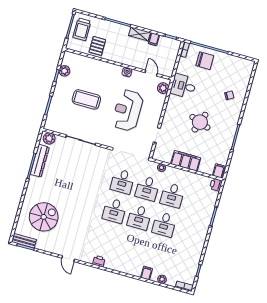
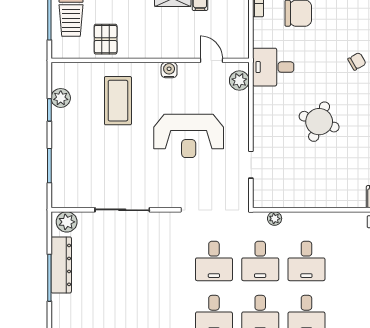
coffee table: (86, 99) -> (118, 101), moved, turned 90
reception desk: (128, 110) -> (189, 136), turned -90
filing cabinet: (186, 161) -> (313, 195), removed

